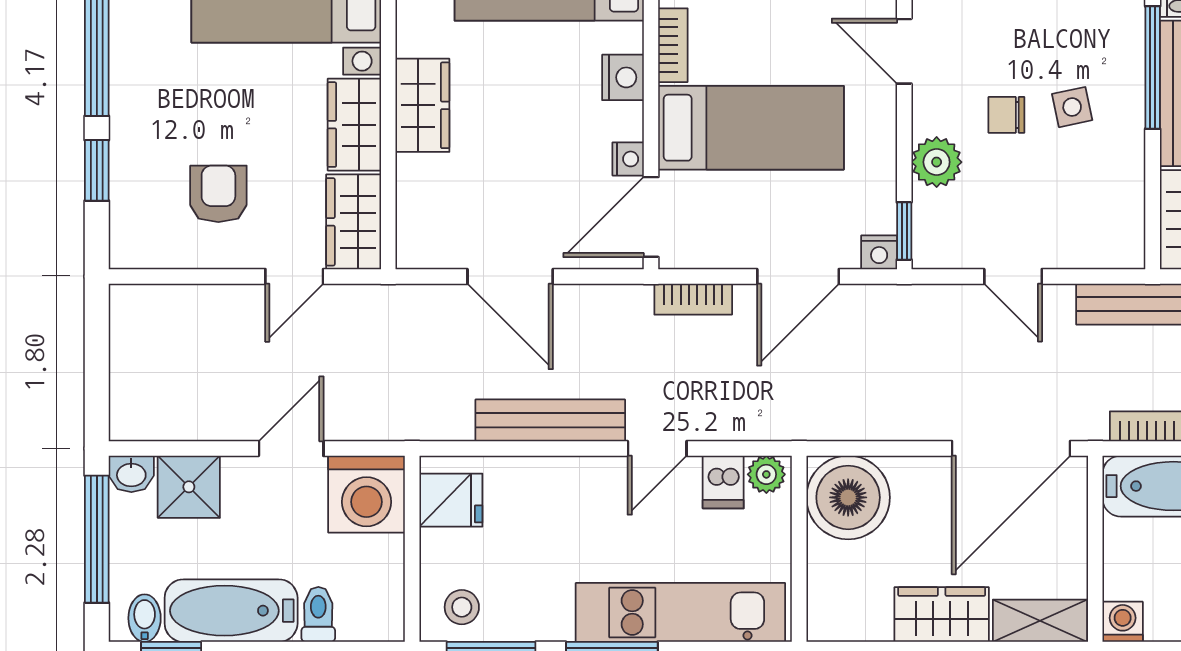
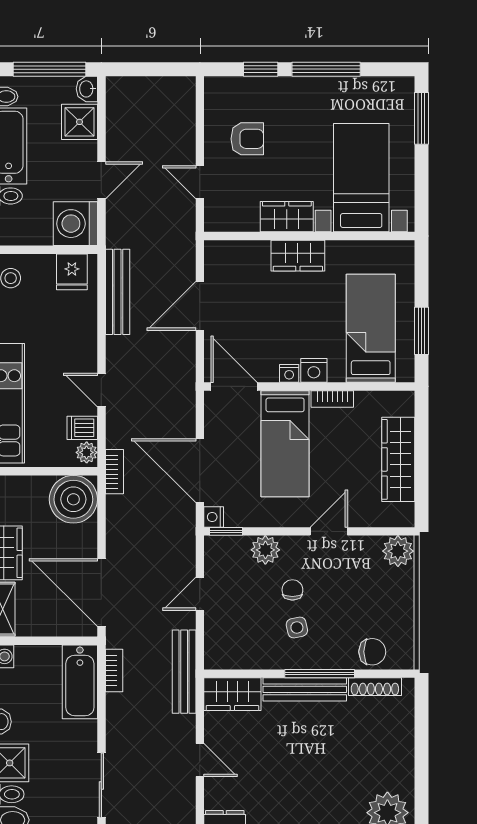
nightstand: (628, 159) -> (289, 373), moved
wardrobe: (354, 222) -> (231, 216), removed
door: (798, 276) -> (200, 471), width x1.36
bookcase: (693, 299) -> (114, 472), moved, turned 180
bench: (550, 420) -> (118, 292), moved
door: (291, 448) -> (101, 180), hinge flipped

